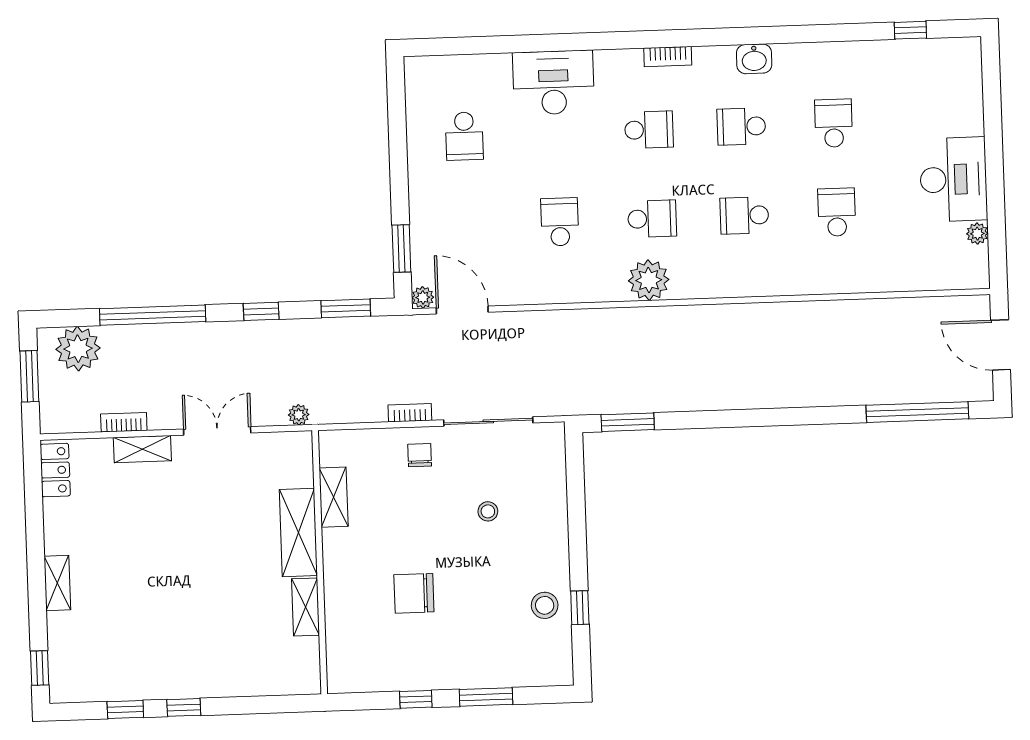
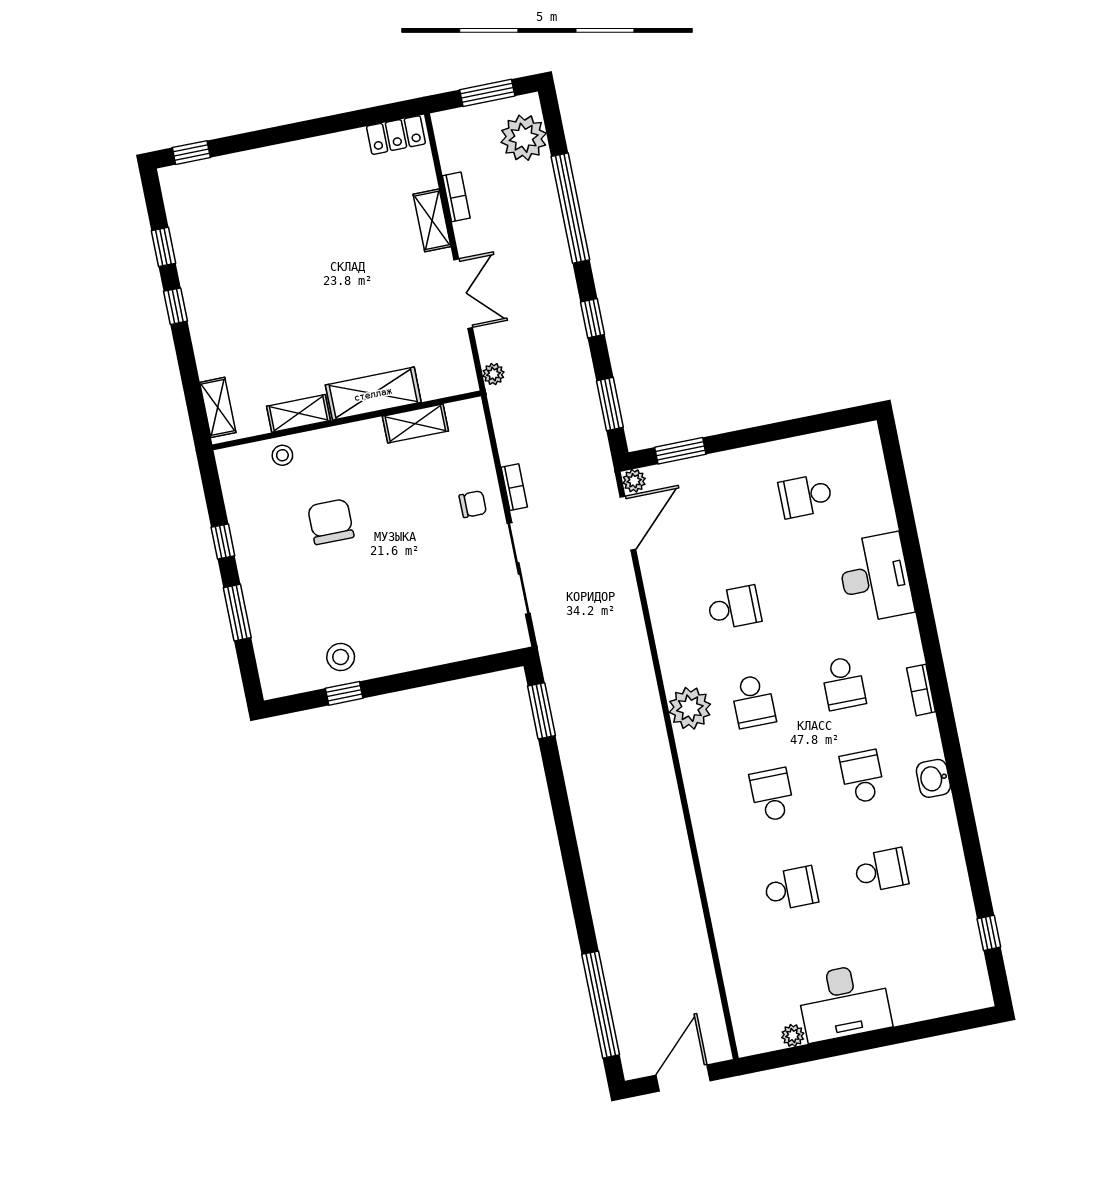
stool: (488, 511) -> (282, 455), moved
shelving: (57, 583) -> (218, 407), moved, turned 90

